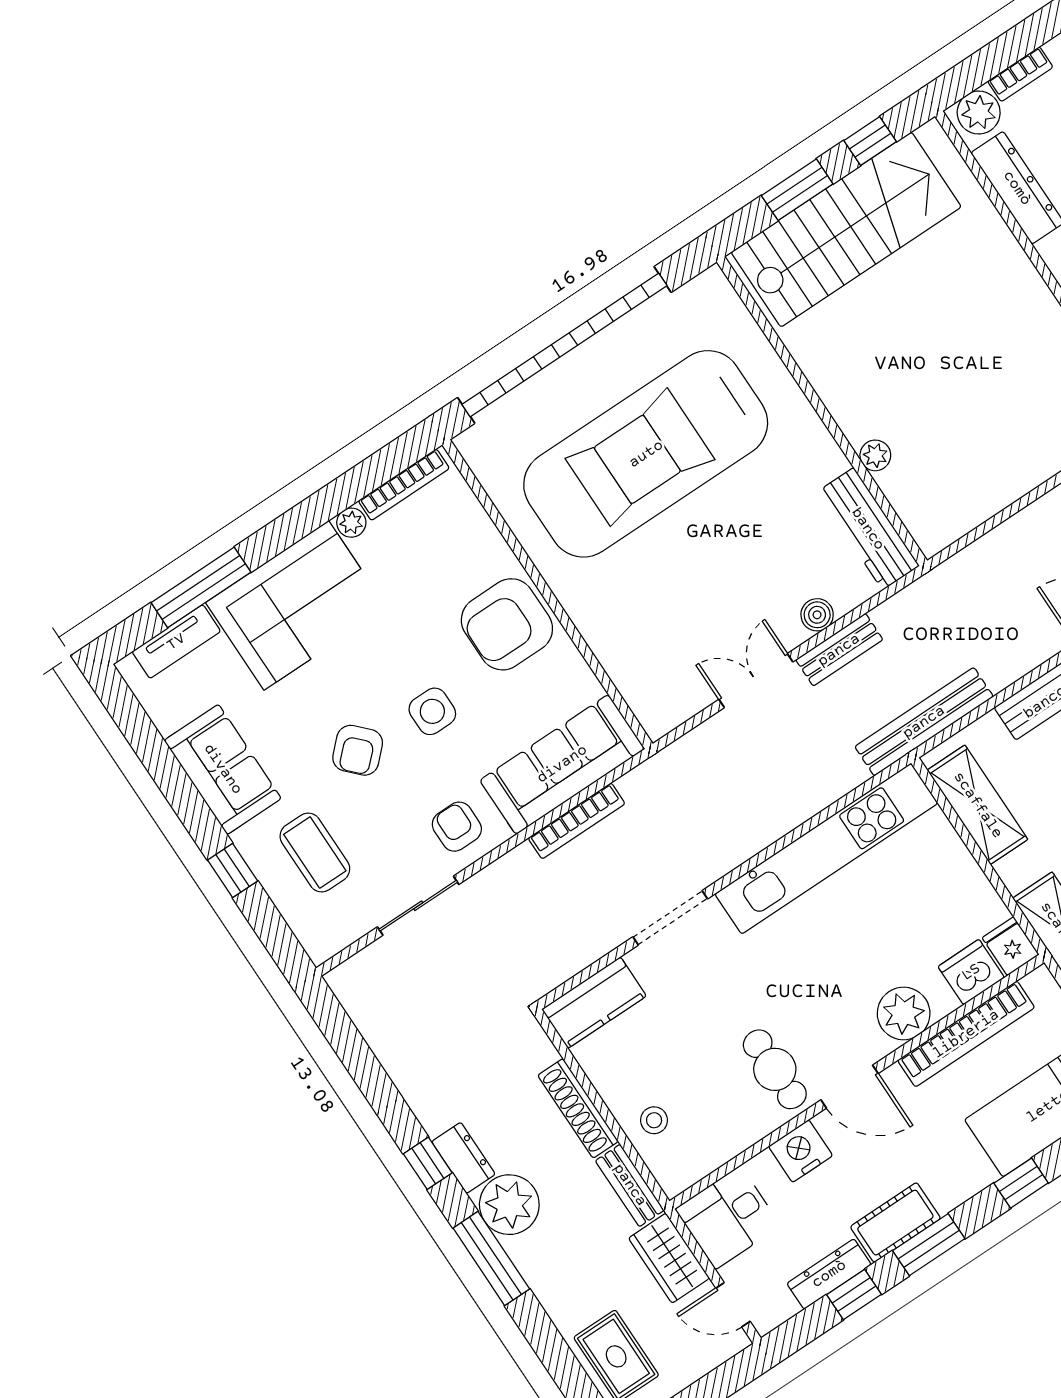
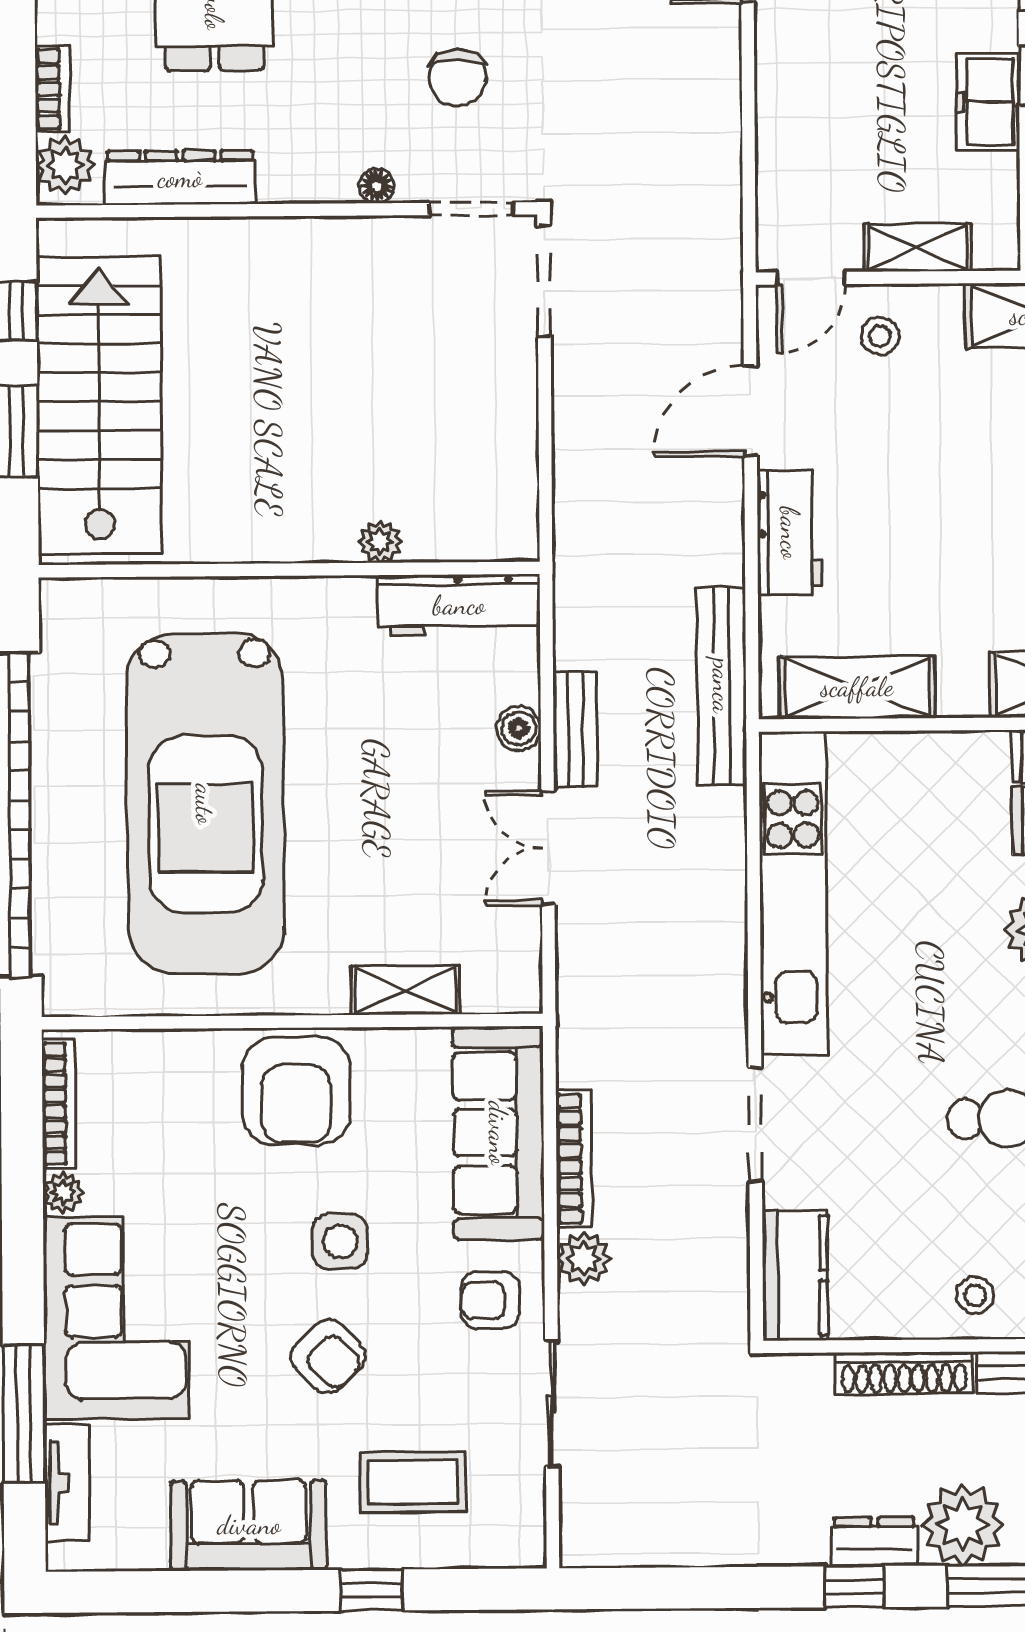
shelving: (612, 651) -> (405, 990), added
plant: (520, 867) -> (584, 1258), added

